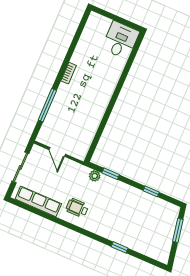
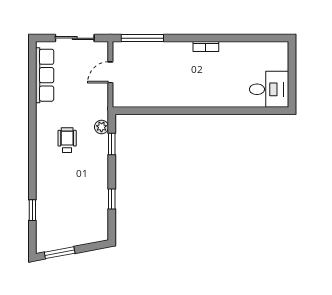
window: (47, 105) -> (142, 38), moved
wheelchair: (77, 208) -> (67, 140), moved
window: (178, 230) -> (60, 253), moved
window: (120, 247) -> (32, 210), moved

